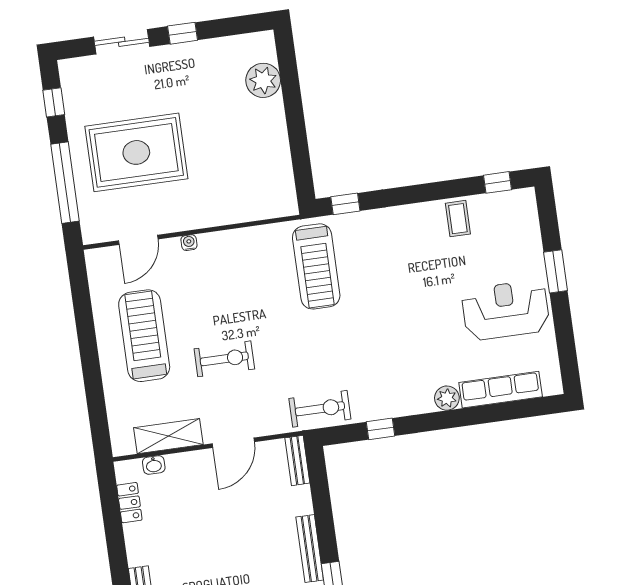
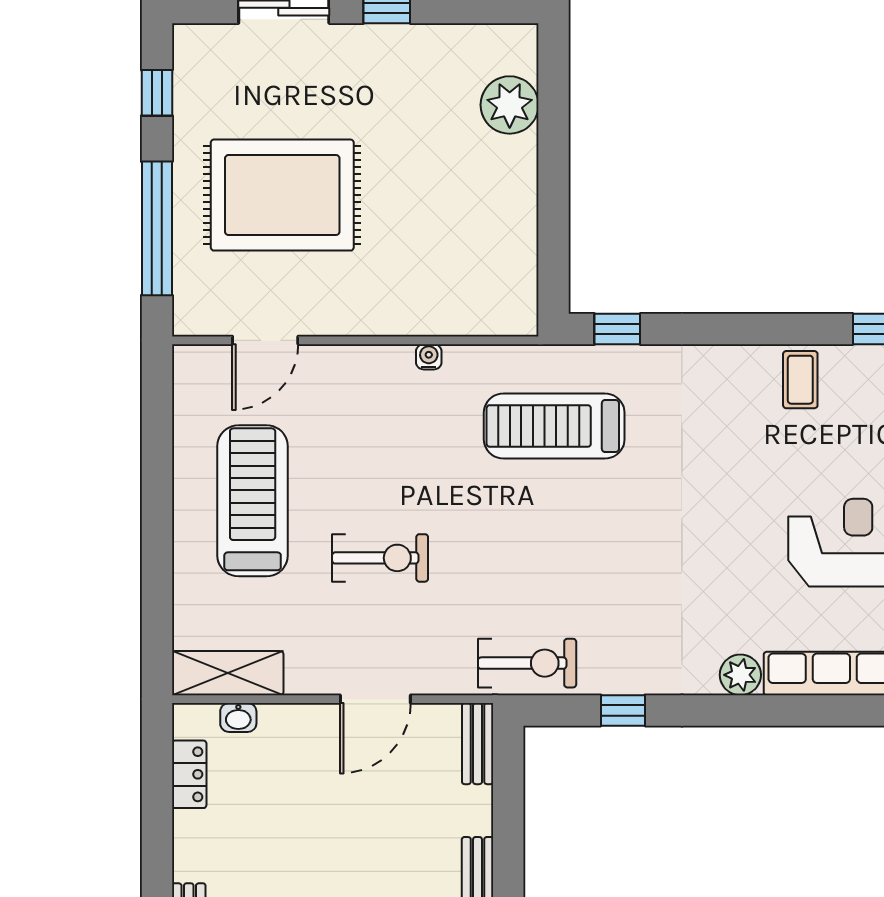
water cooler: (189, 243) -> (429, 357), moved
treadmill: (316, 266) -> (554, 426), turned 90
shelving: (168, 436) -> (228, 673), moved

